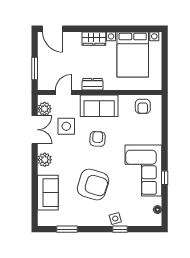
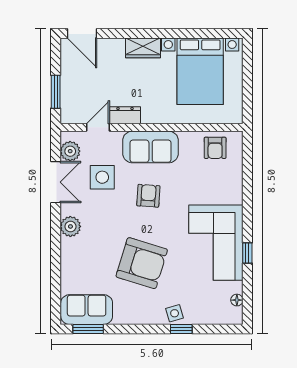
dresser: (92, 84) -> (125, 115), moved
sofa: (48, 193) -> (87, 310), moved, turned -90
window: (67, 229) -> (88, 329), moved

